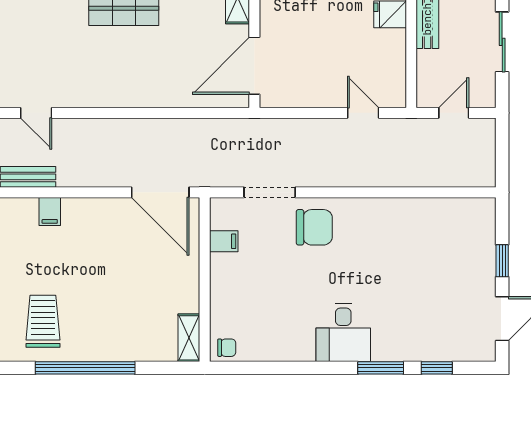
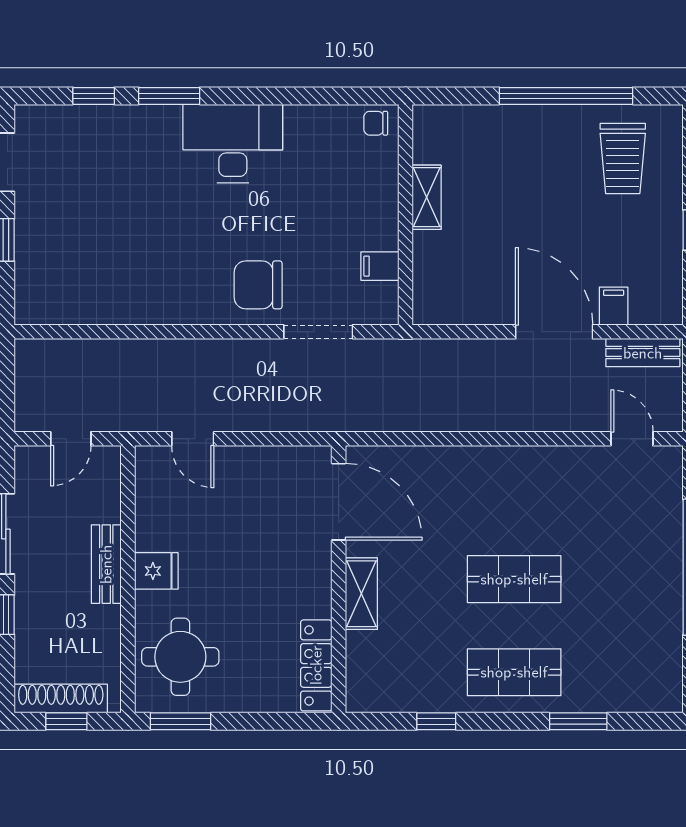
door: (254, 66) -> (339, 502), hinge flipped
door: (160, 192) -> (554, 332), moved
desk: (343, 333) -> (233, 144), width x1.37
shelving: (189, 338) -> (427, 197), moved

